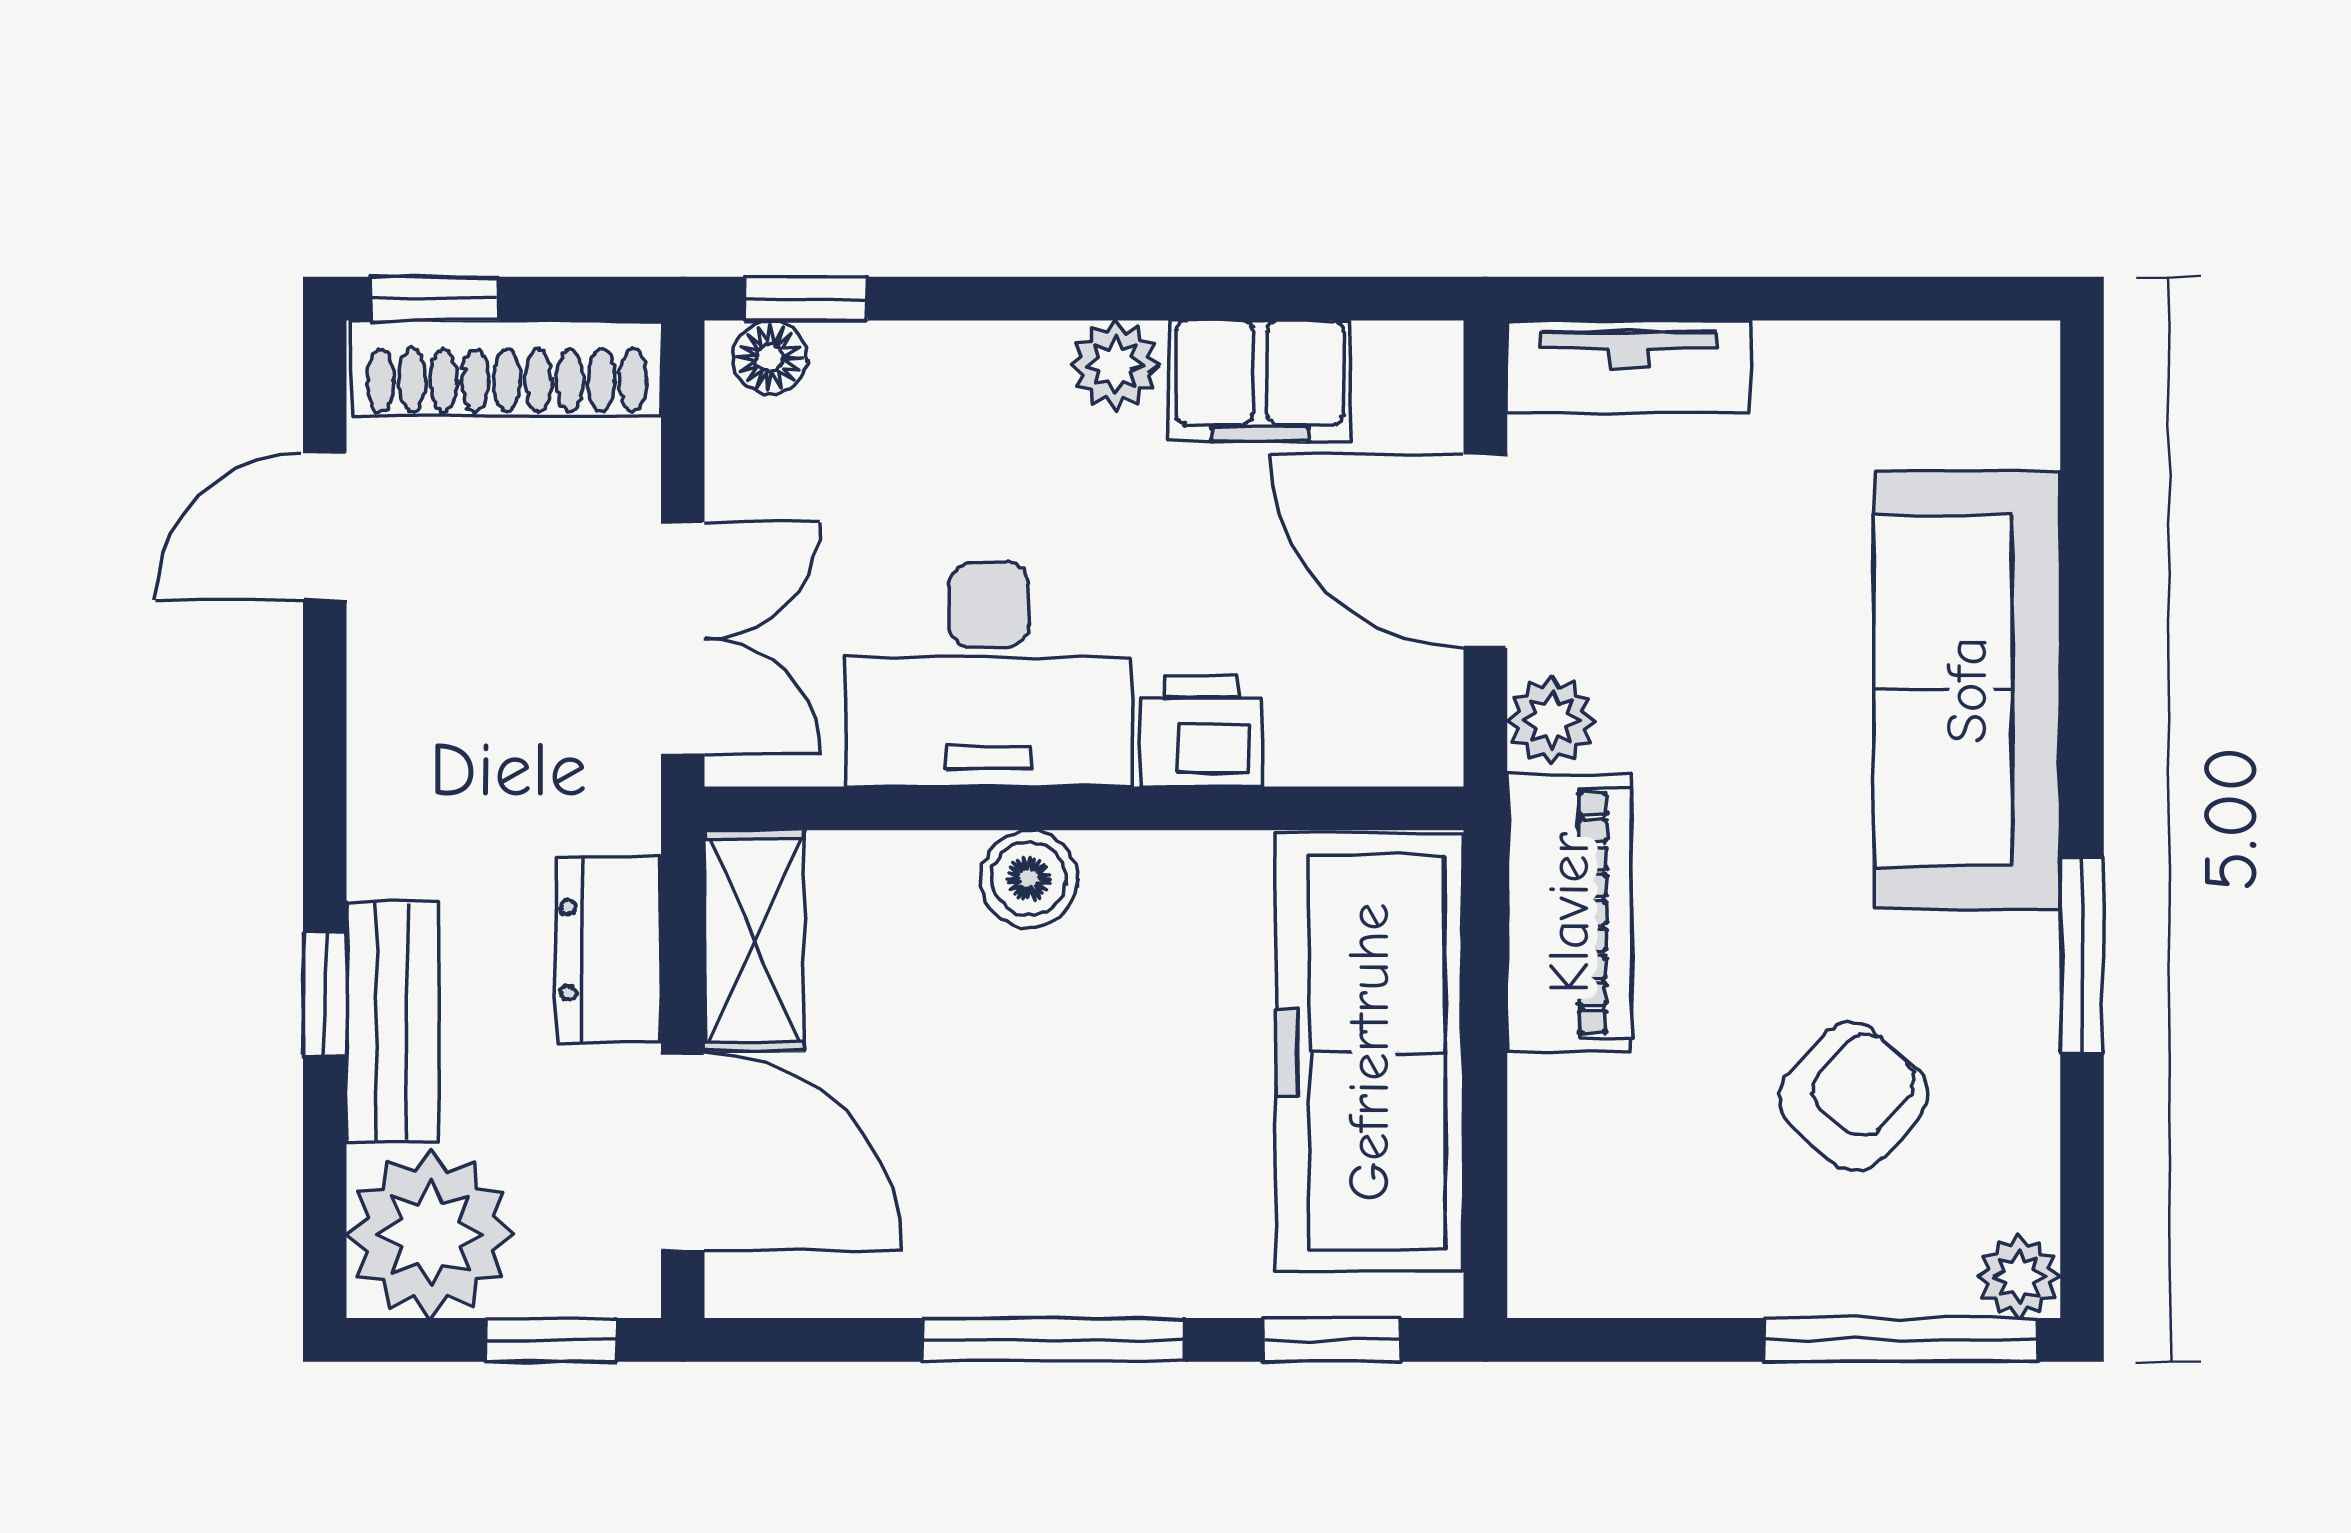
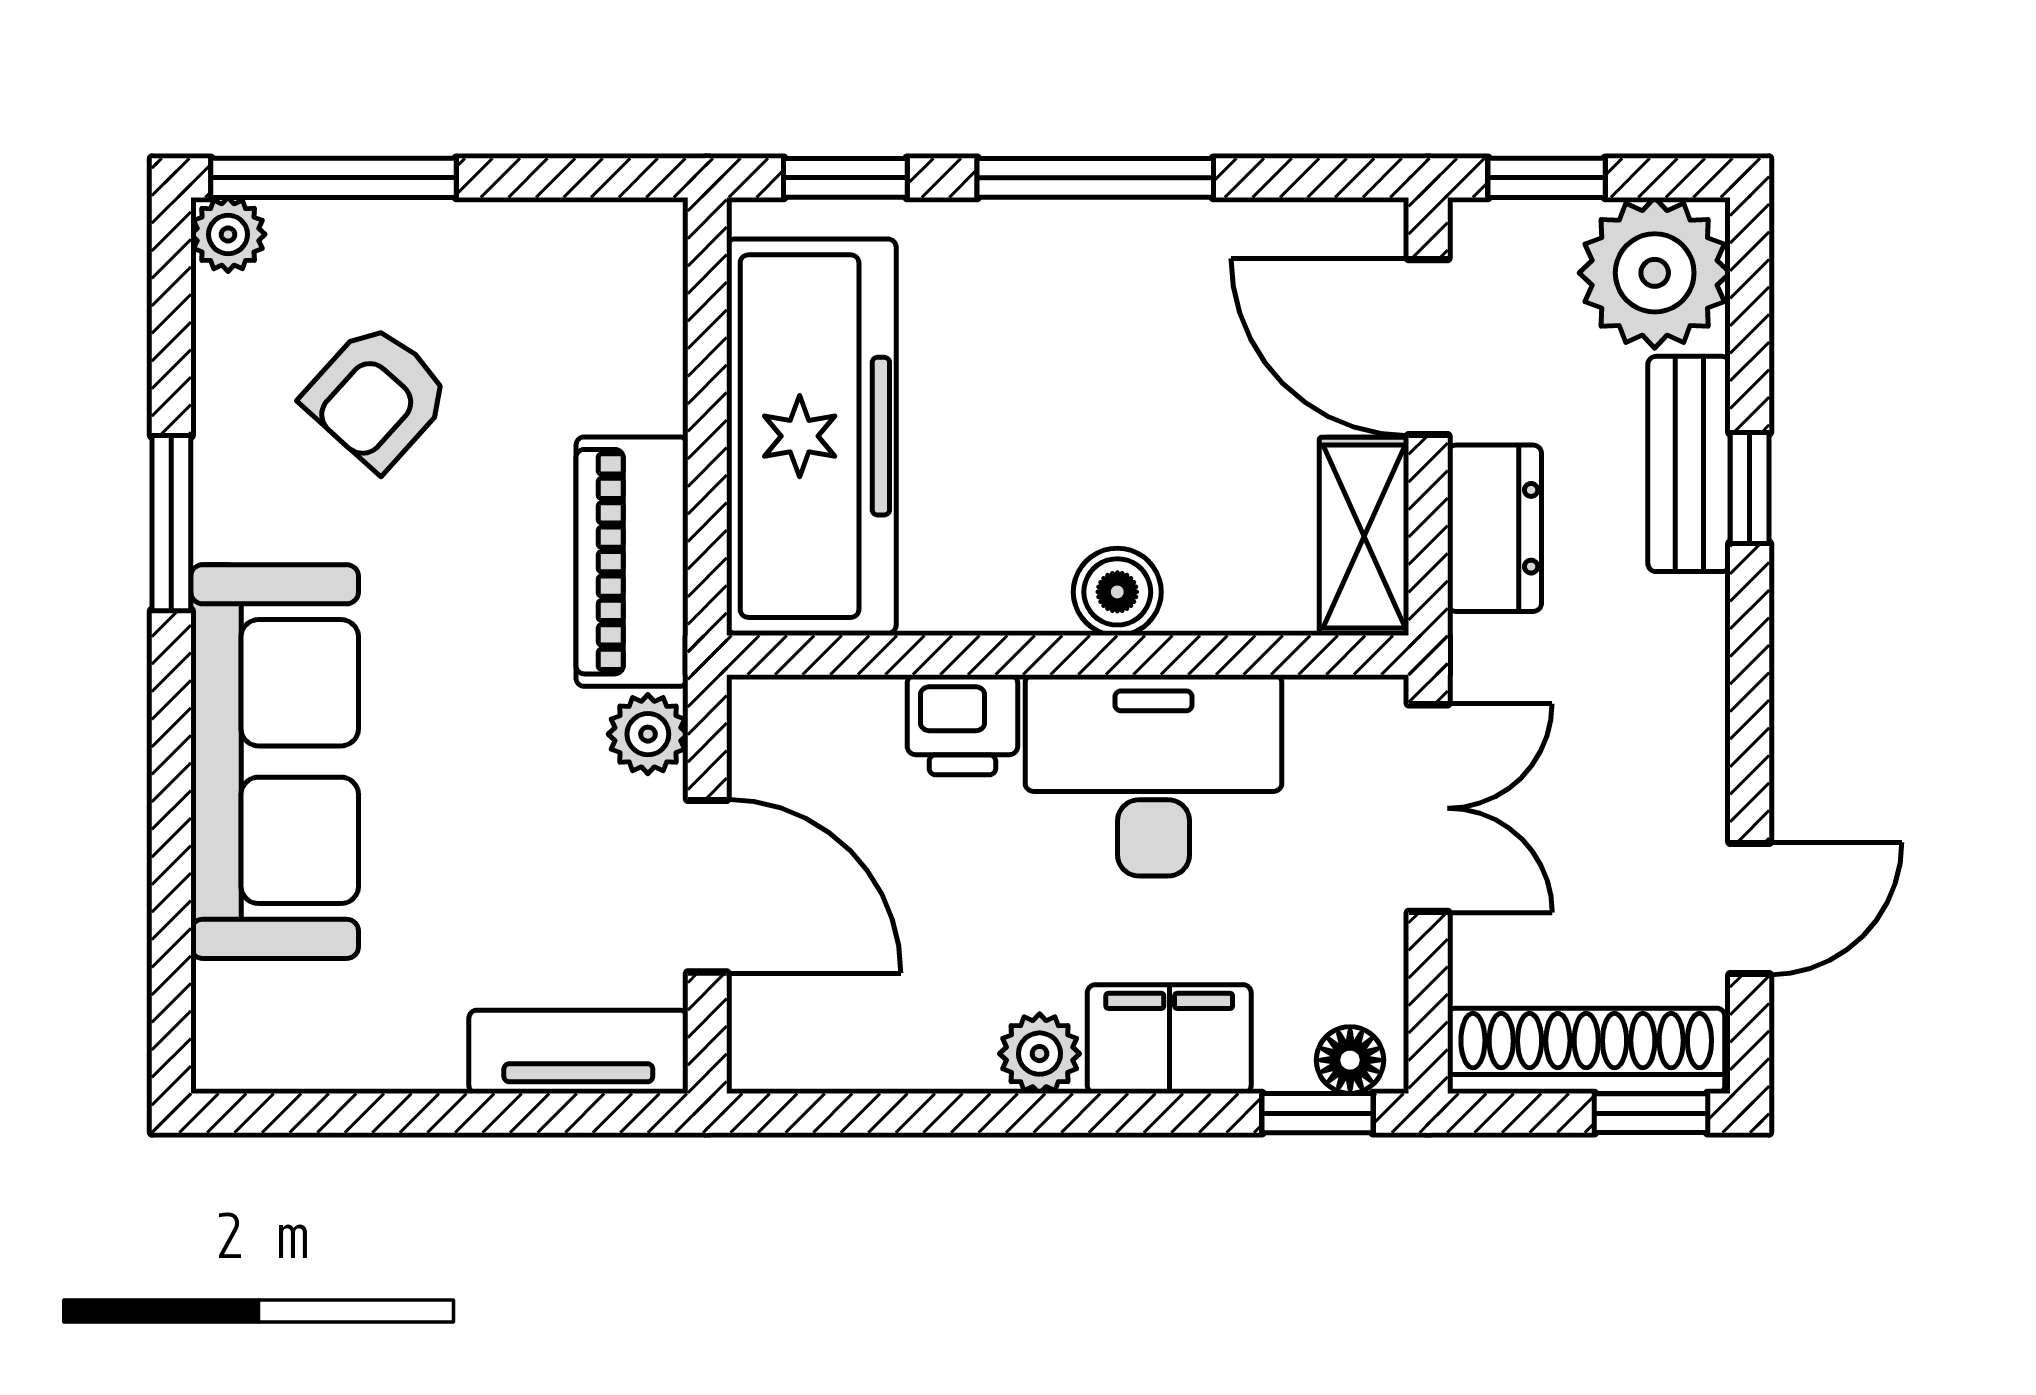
filing cabinet: (1260, 381) -> (1169, 1039), moved
double door: (683, 638) -> (1428, 808), swing flipped

